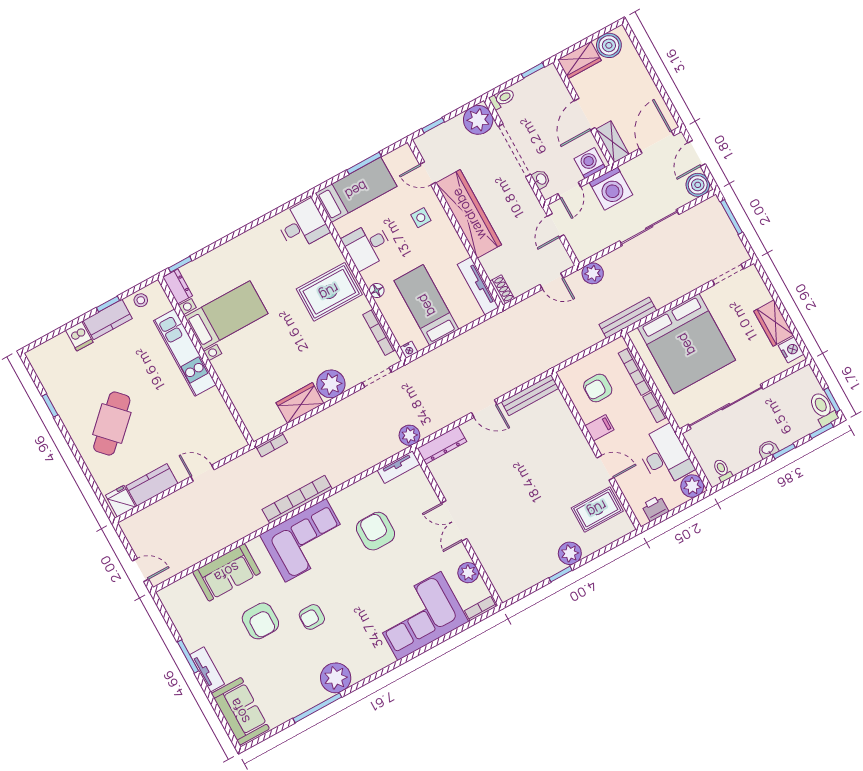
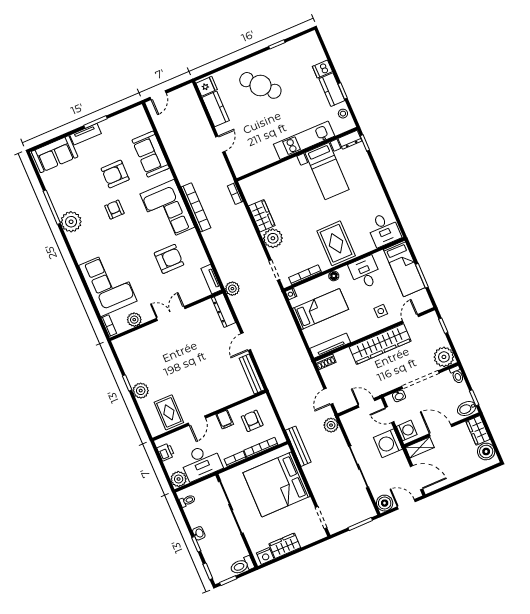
bidet: (550, 80) -> (467, 409), added
toilet: (823, 409) -> (242, 566), moved, turned 180

